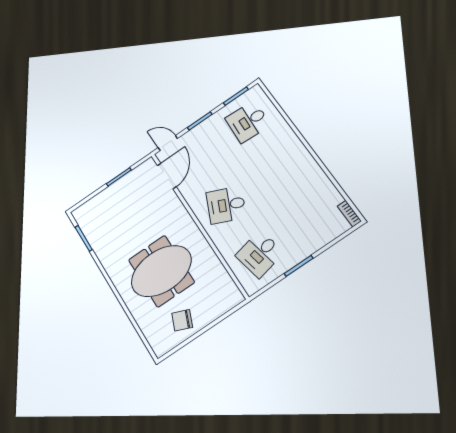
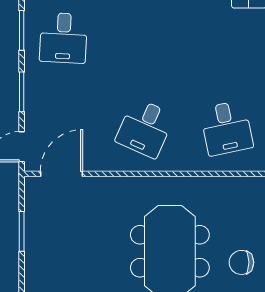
door: (167, 176) -> (61, 174), hinge flipped
chair: (182, 320) -> (241, 262), turned 68

